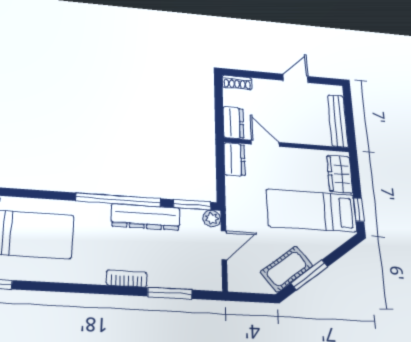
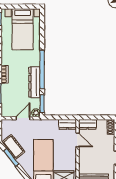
door: (265, 143) -> (77, 140), hinge flipped
door: (224, 245) -> (23, 118), swing flipped

